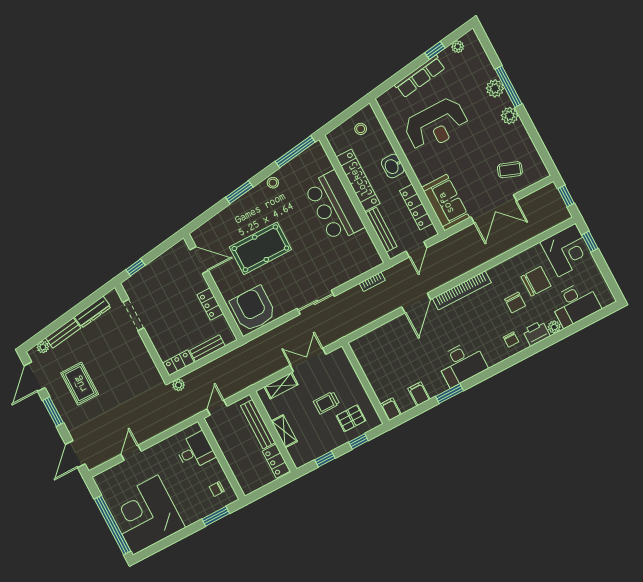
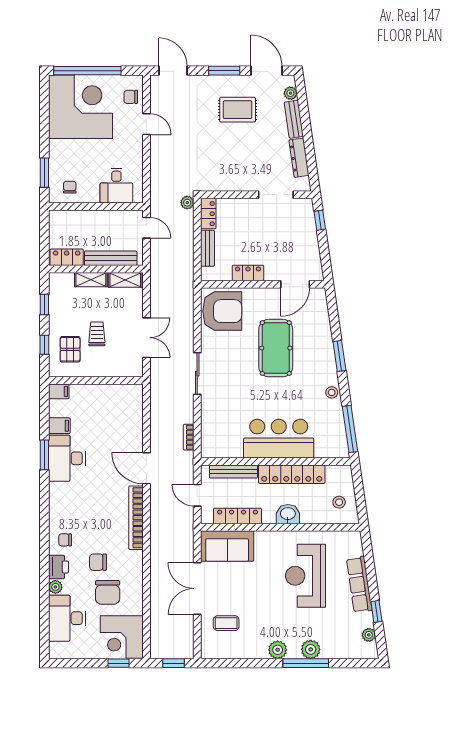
coffee table: (510, 170) -> (226, 623), turned 70
desk: (462, 363) -> (67, 458), moved
shelving: (281, 386) -> (125, 280), moved, turned 90
chair: (115, 478) -> (131, 97), added

